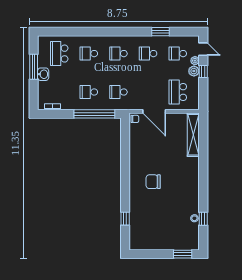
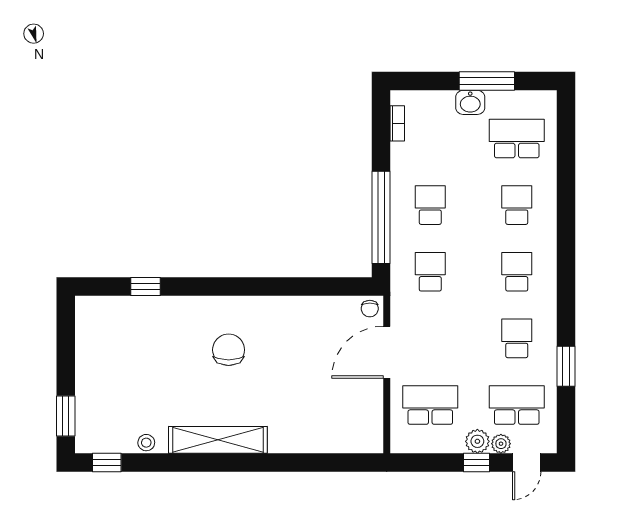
school desk: (178, 54) -> (517, 405), width x1.85
shelving: (193, 135) -> (218, 440), moved
window: (203, 219) -> (107, 463), moved

